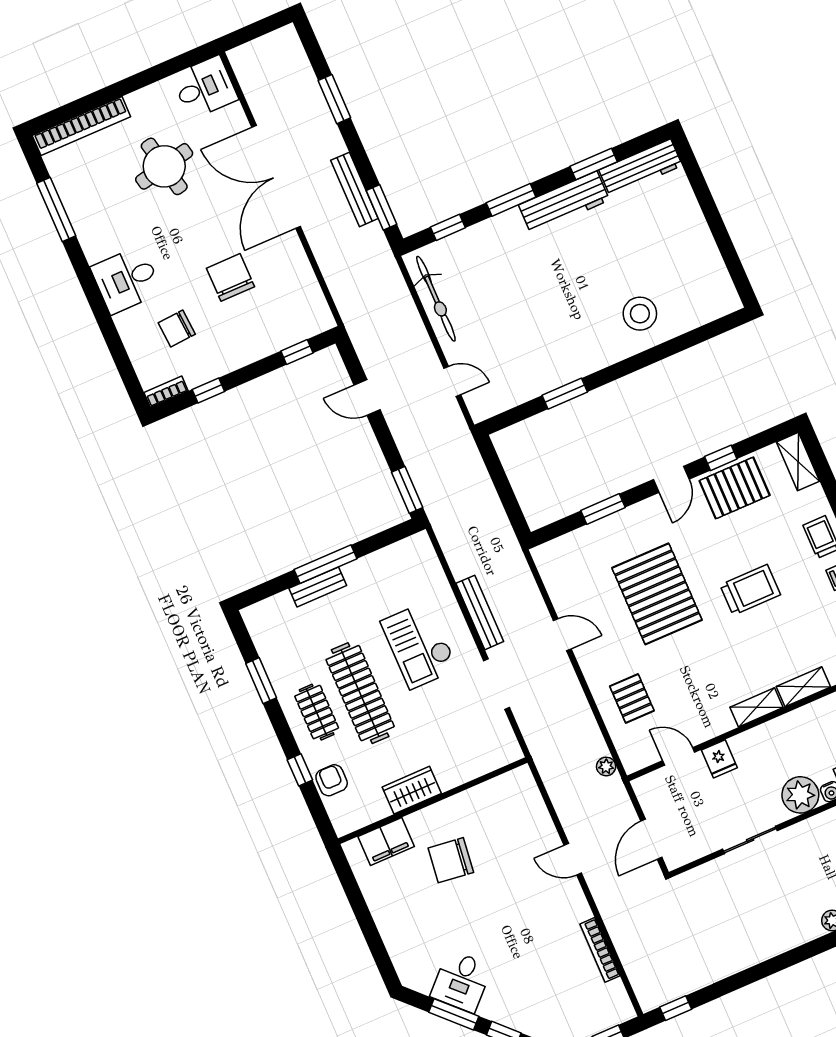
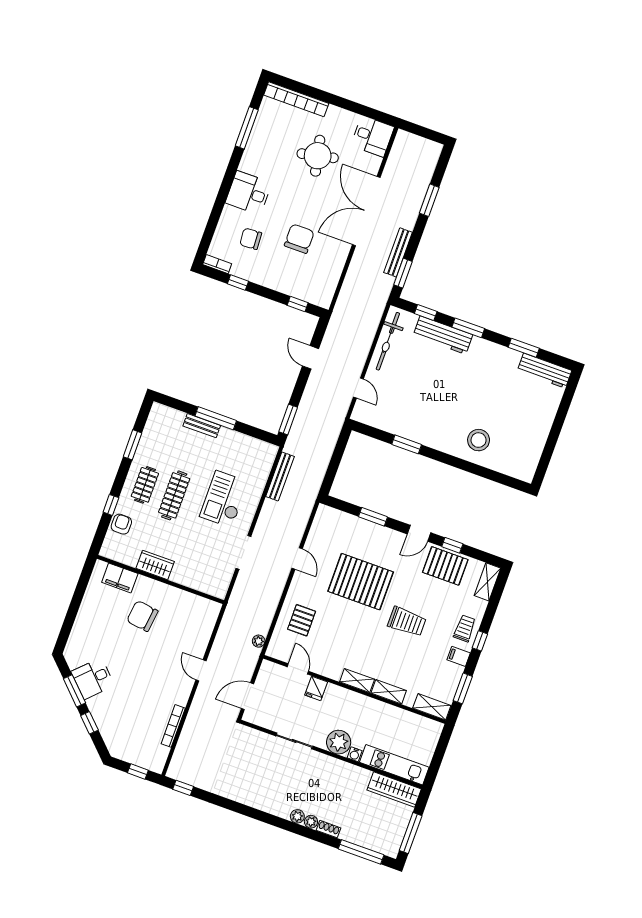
workbench: (564, 203) -> (443, 335), moved
pallet: (657, 594) -> (361, 582), turned 90
bench: (480, 612) -> (280, 476), moved
clothes rail: (360, 693) -> (174, 495), width x0.73, depth x0.76

